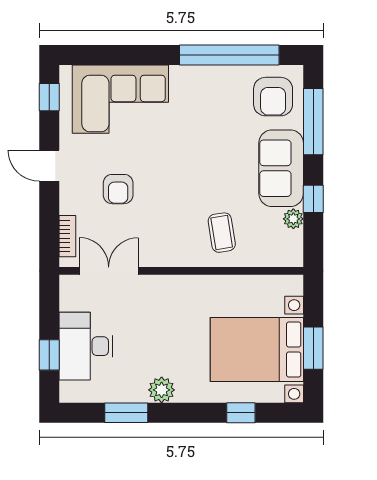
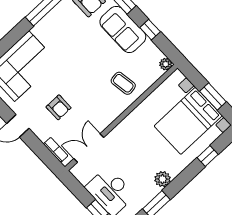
plant: (293, 219) -> (166, 64), moved

